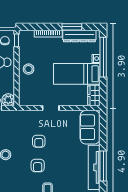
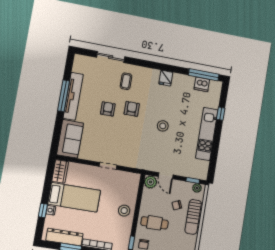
window: (103, 57) -> (43, 210), width x0.32
armchair: (39, 141) -> (108, 109), moved

